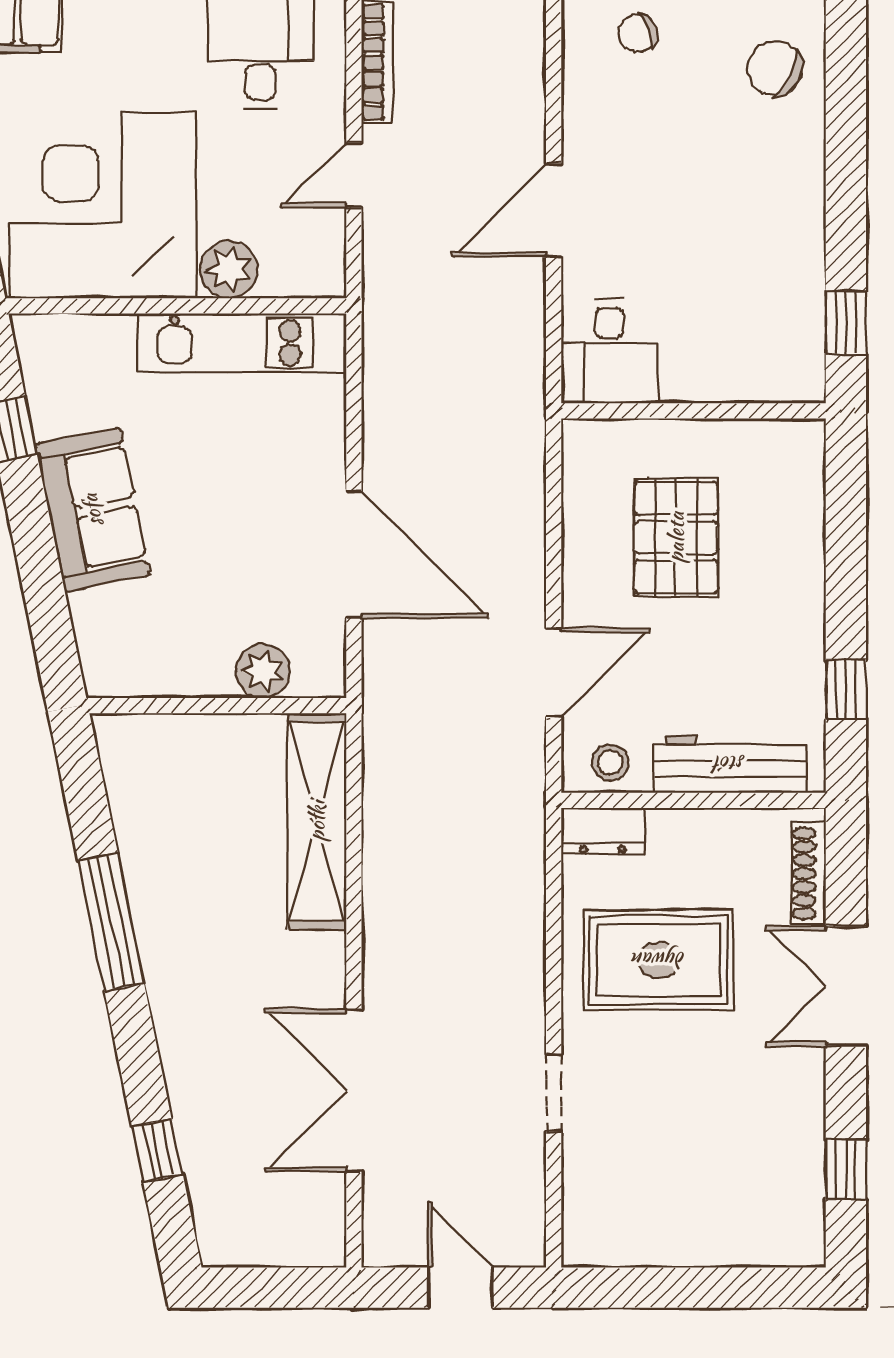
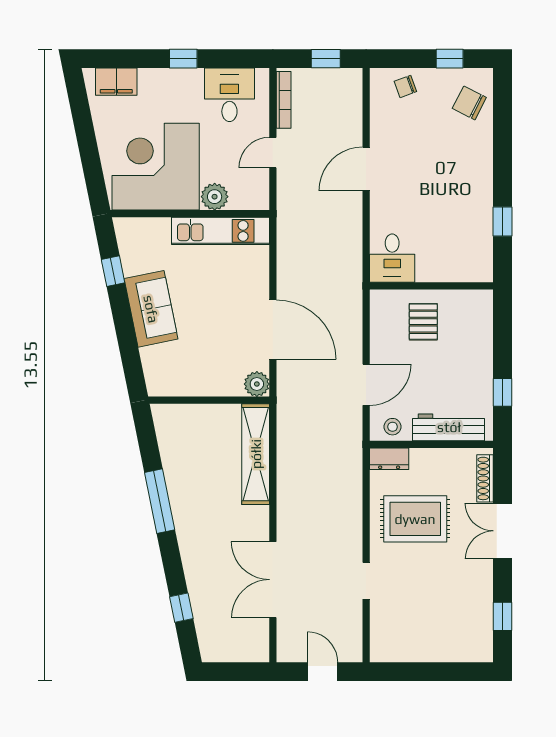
desk: (609, 351) -> (392, 258), moved
wall: (694, 411) -> (431, 286), moved
pallet: (676, 537) -> (423, 322), width x0.67, depth x0.71
plant: (263, 671) -> (257, 384), moved

